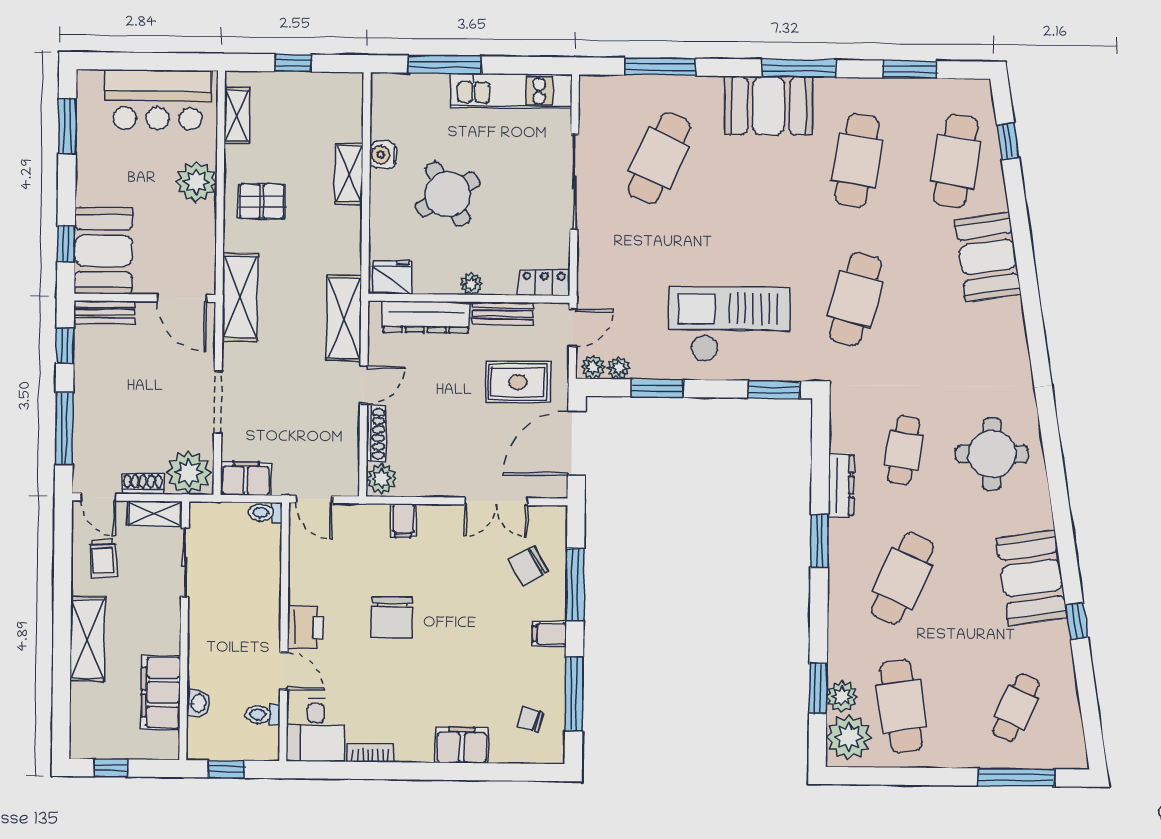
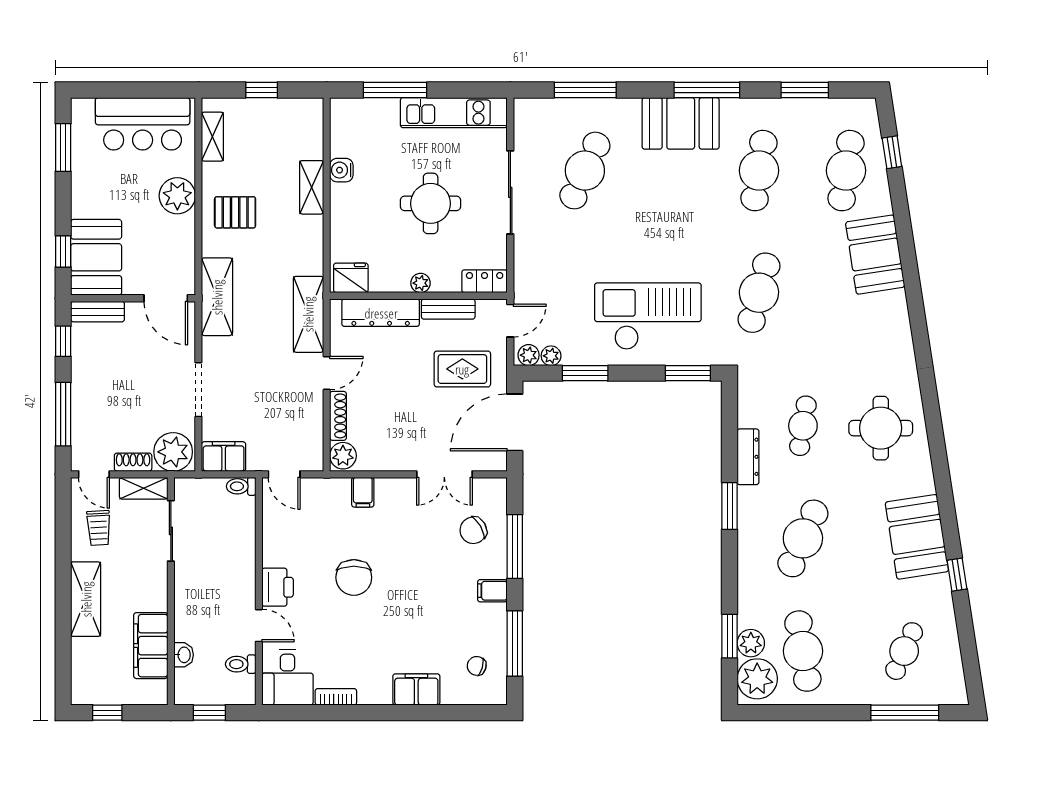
round table: (448, 194) -> (431, 203), moved, turned 30

